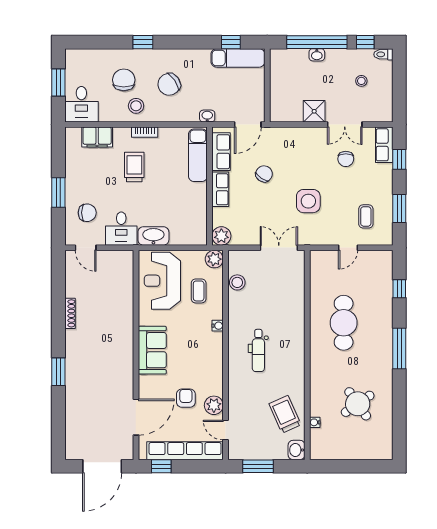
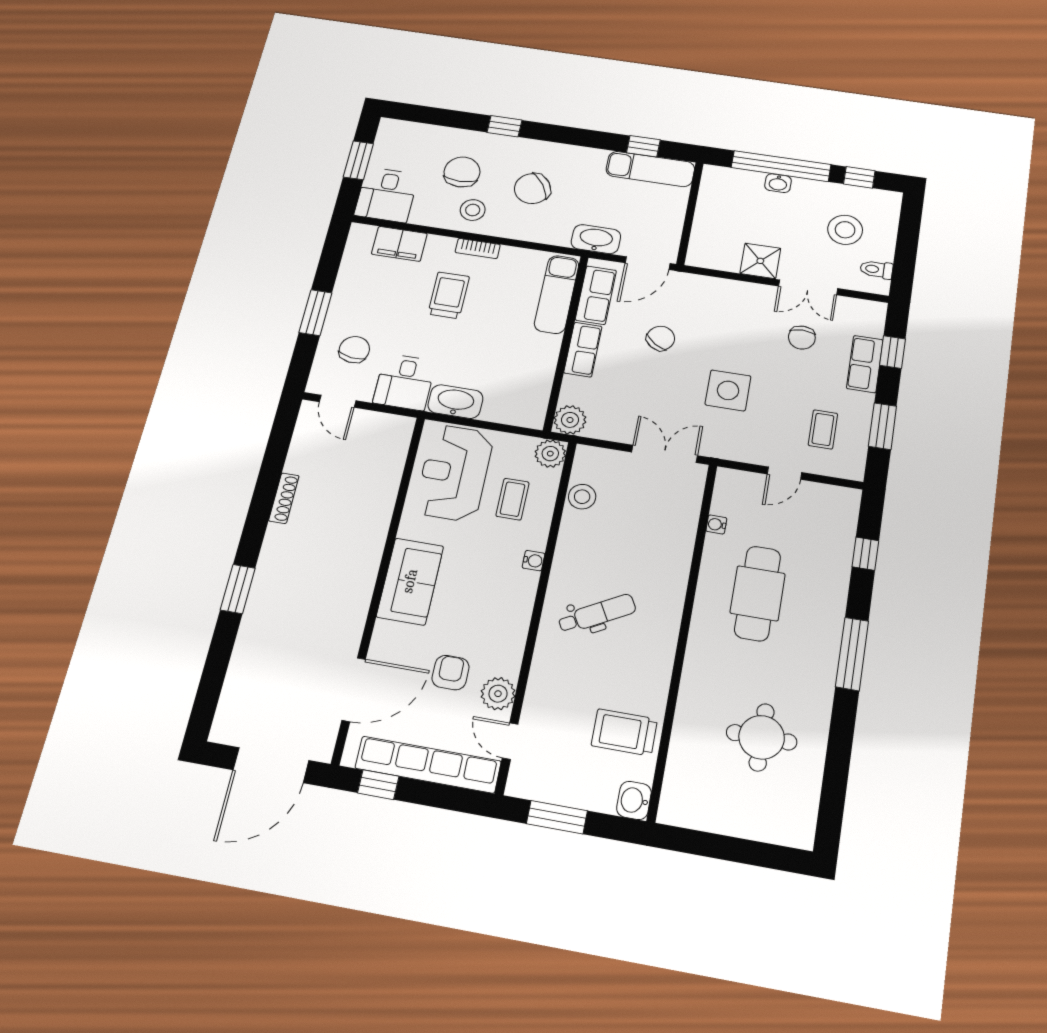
toilet: (383, 54) -> (877, 269), moved
stool: (361, 81) -> (845, 230), width x1.89, depth x1.89
washbasin: (207, 116) -> (596, 239), width x1.91, depth x1.45
row of seats: (384, 145) -> (865, 364), moved
chair: (87, 213) -> (354, 350), turned -82
dental chair: (258, 350) -> (597, 614), turned -119
round table: (358, 404) -> (762, 737), turned 35
trolley: (285, 414) -> (624, 732), turned -66
water cooler: (315, 422) -> (716, 524), moved

